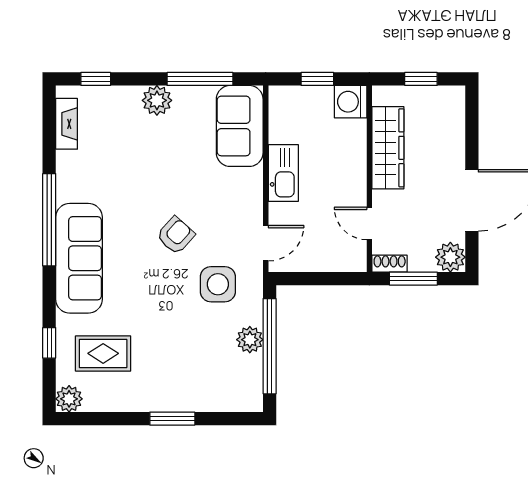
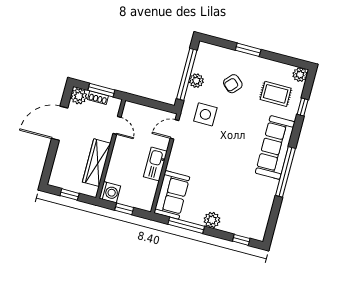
fireplace: (67, 124) -> (263, 220), removed
armchair: (176, 235) -> (233, 84), moved
shoe rack: (390, 264) -> (98, 98), moved

